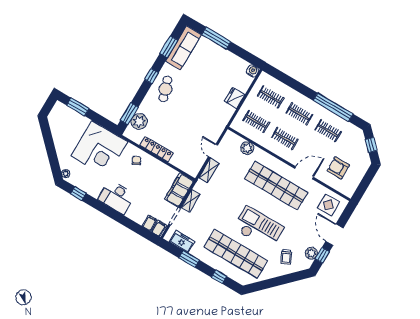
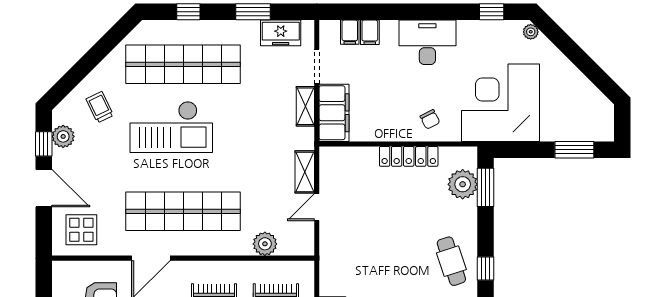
door: (213, 151) -> (317, 207), swing flipped
filing cabinet: (159, 228) -> (370, 32), moved

